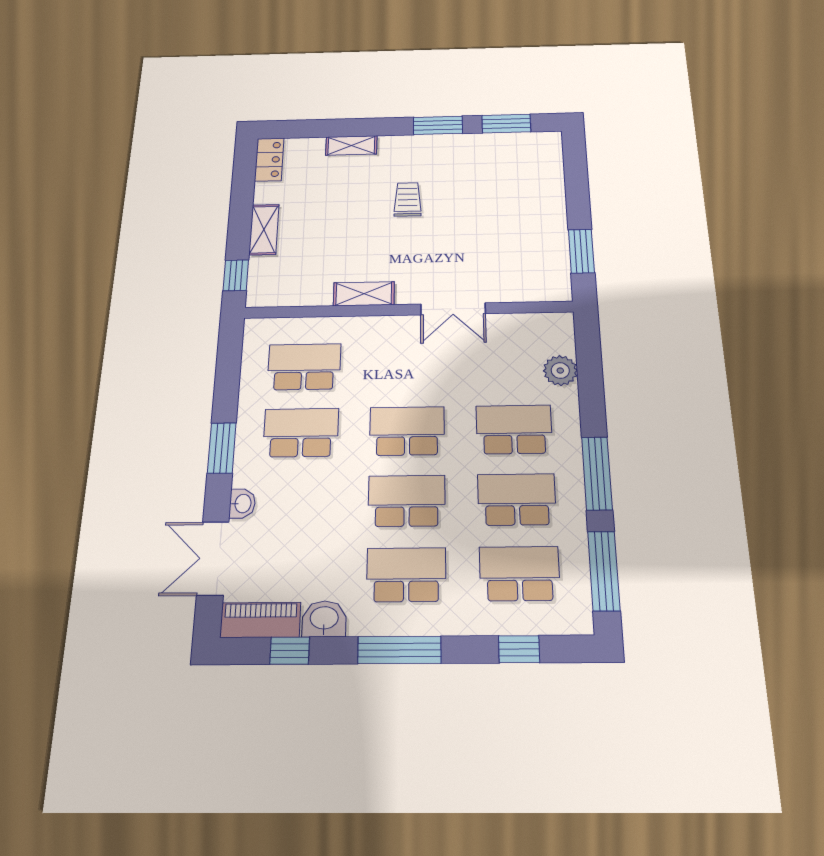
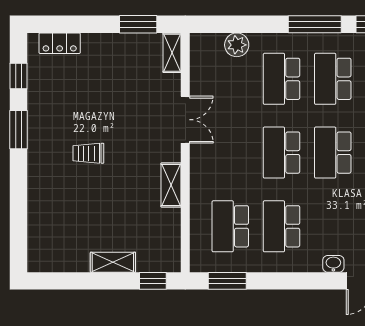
window: (506, 124) -> (18, 76), width x0.67
shelving: (351, 145) -> (172, 53), moved
locker: (269, 159) -> (60, 43), moved, turned 180
window: (222, 448) -> (227, 281), moved

